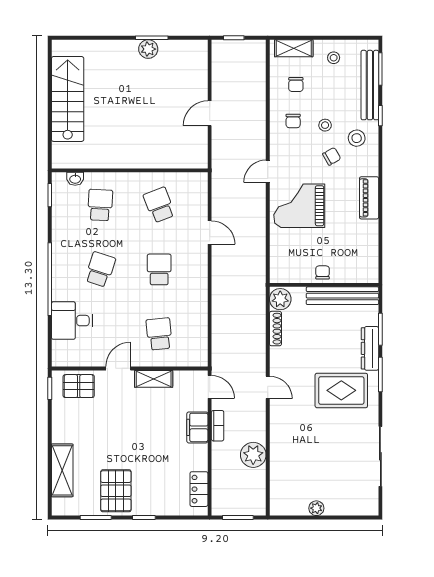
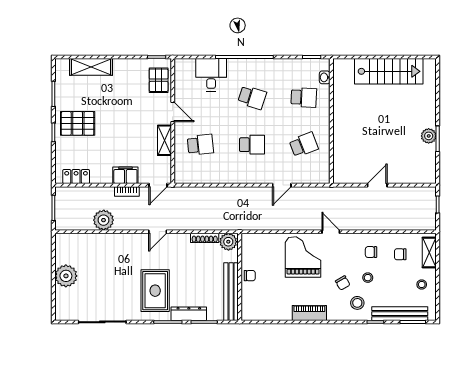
door: (210, 113) -> (377, 185), hinge flipped
pallet: (116, 491) -> (78, 123), moved
plant: (316, 508) -> (66, 276), width x1.88, depth x1.88

